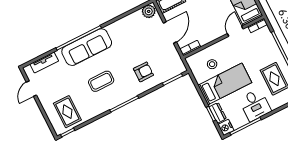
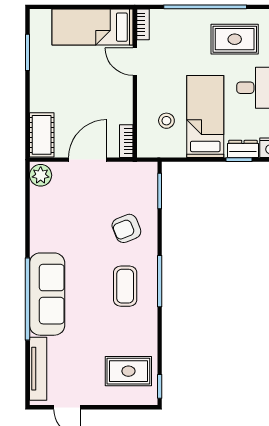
door: (170, 32) -> (88, 160), hinge flipped
tv unit: (44, 63) -> (38, 369), width x1.41
armchair: (143, 72) -> (126, 228), turned -112
coffee table: (101, 81) -> (125, 286), moved

